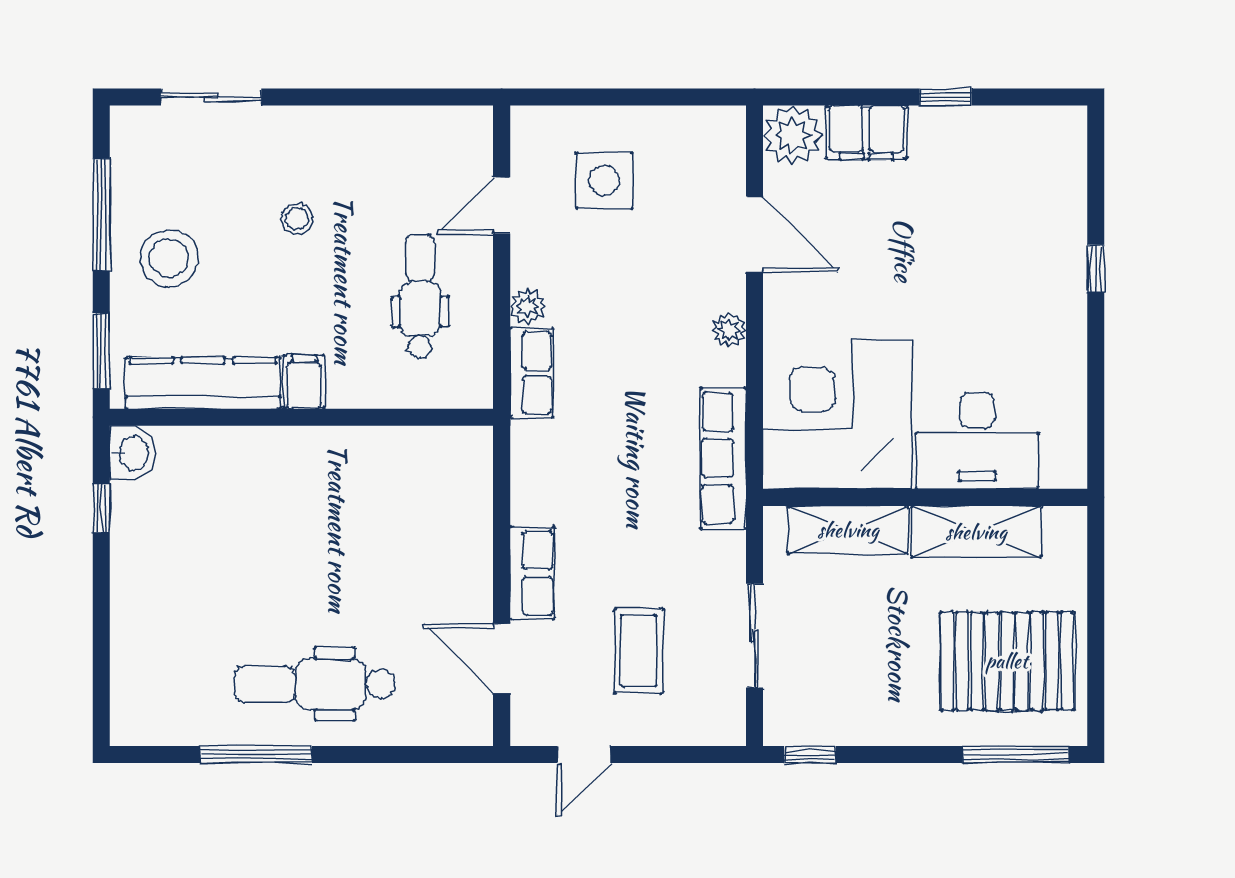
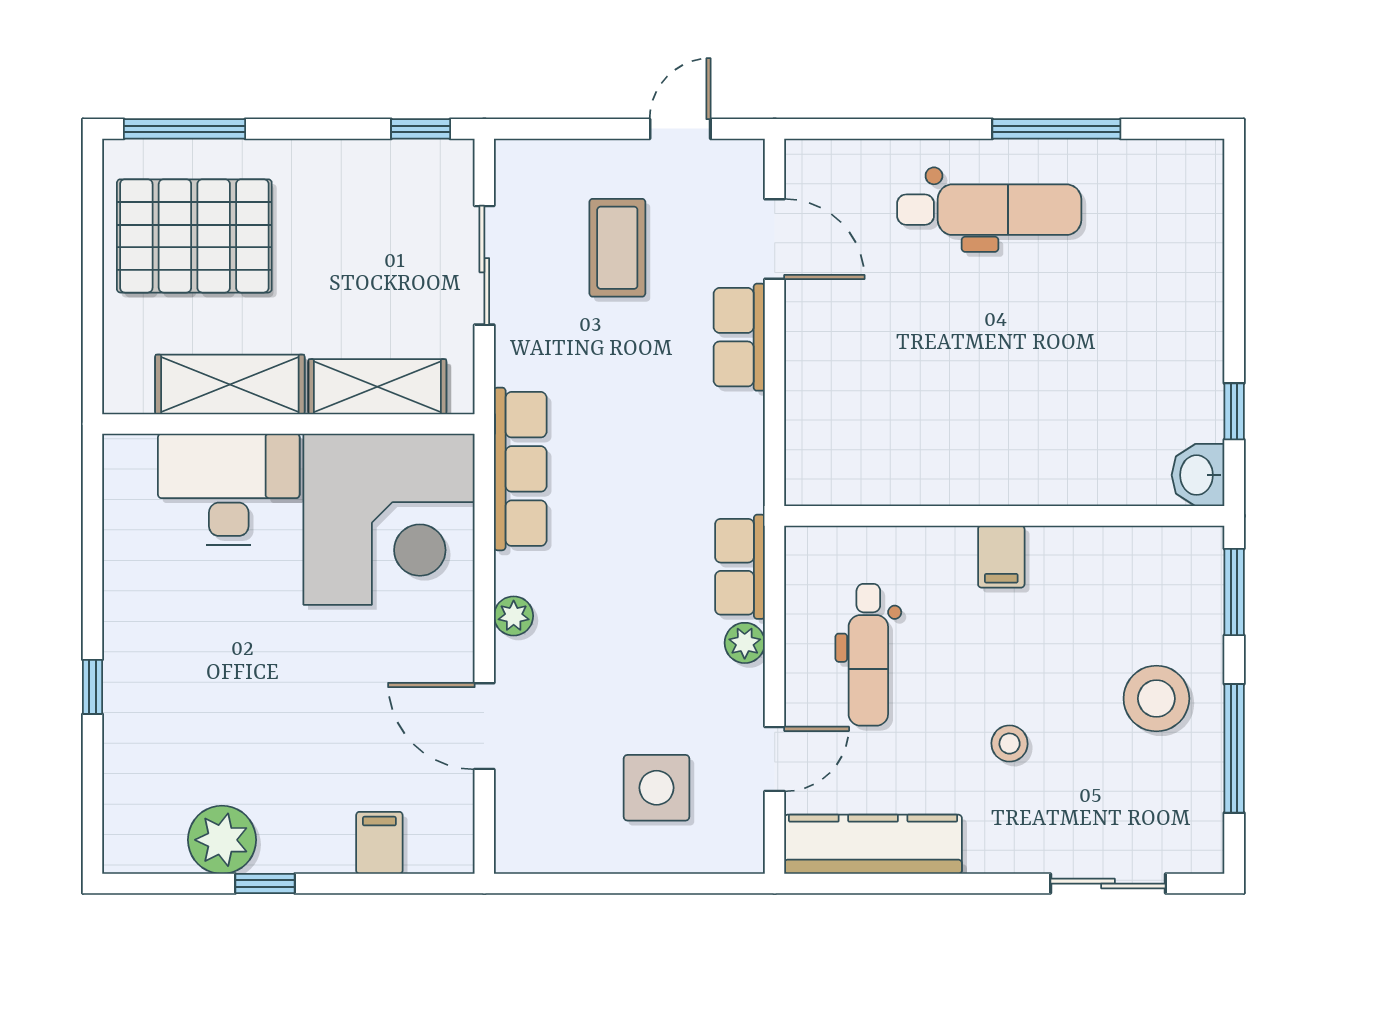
filing cabinet: (866, 132) -> (379, 843), width x0.50
plant: (793, 135) -> (222, 840), moved
kitchen counter: (203, 383) -> (873, 844), moved, turned 180

